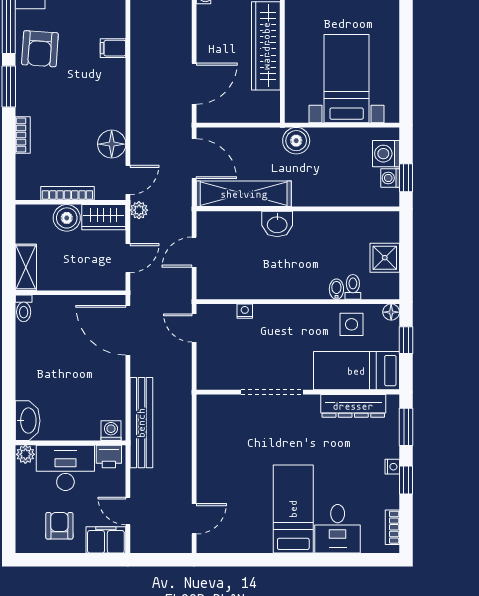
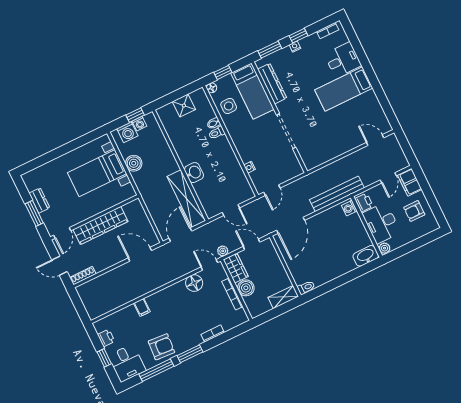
boiler: (296, 141) -> (134, 163), moved
toilet: (353, 287) -> (217, 133), moved

